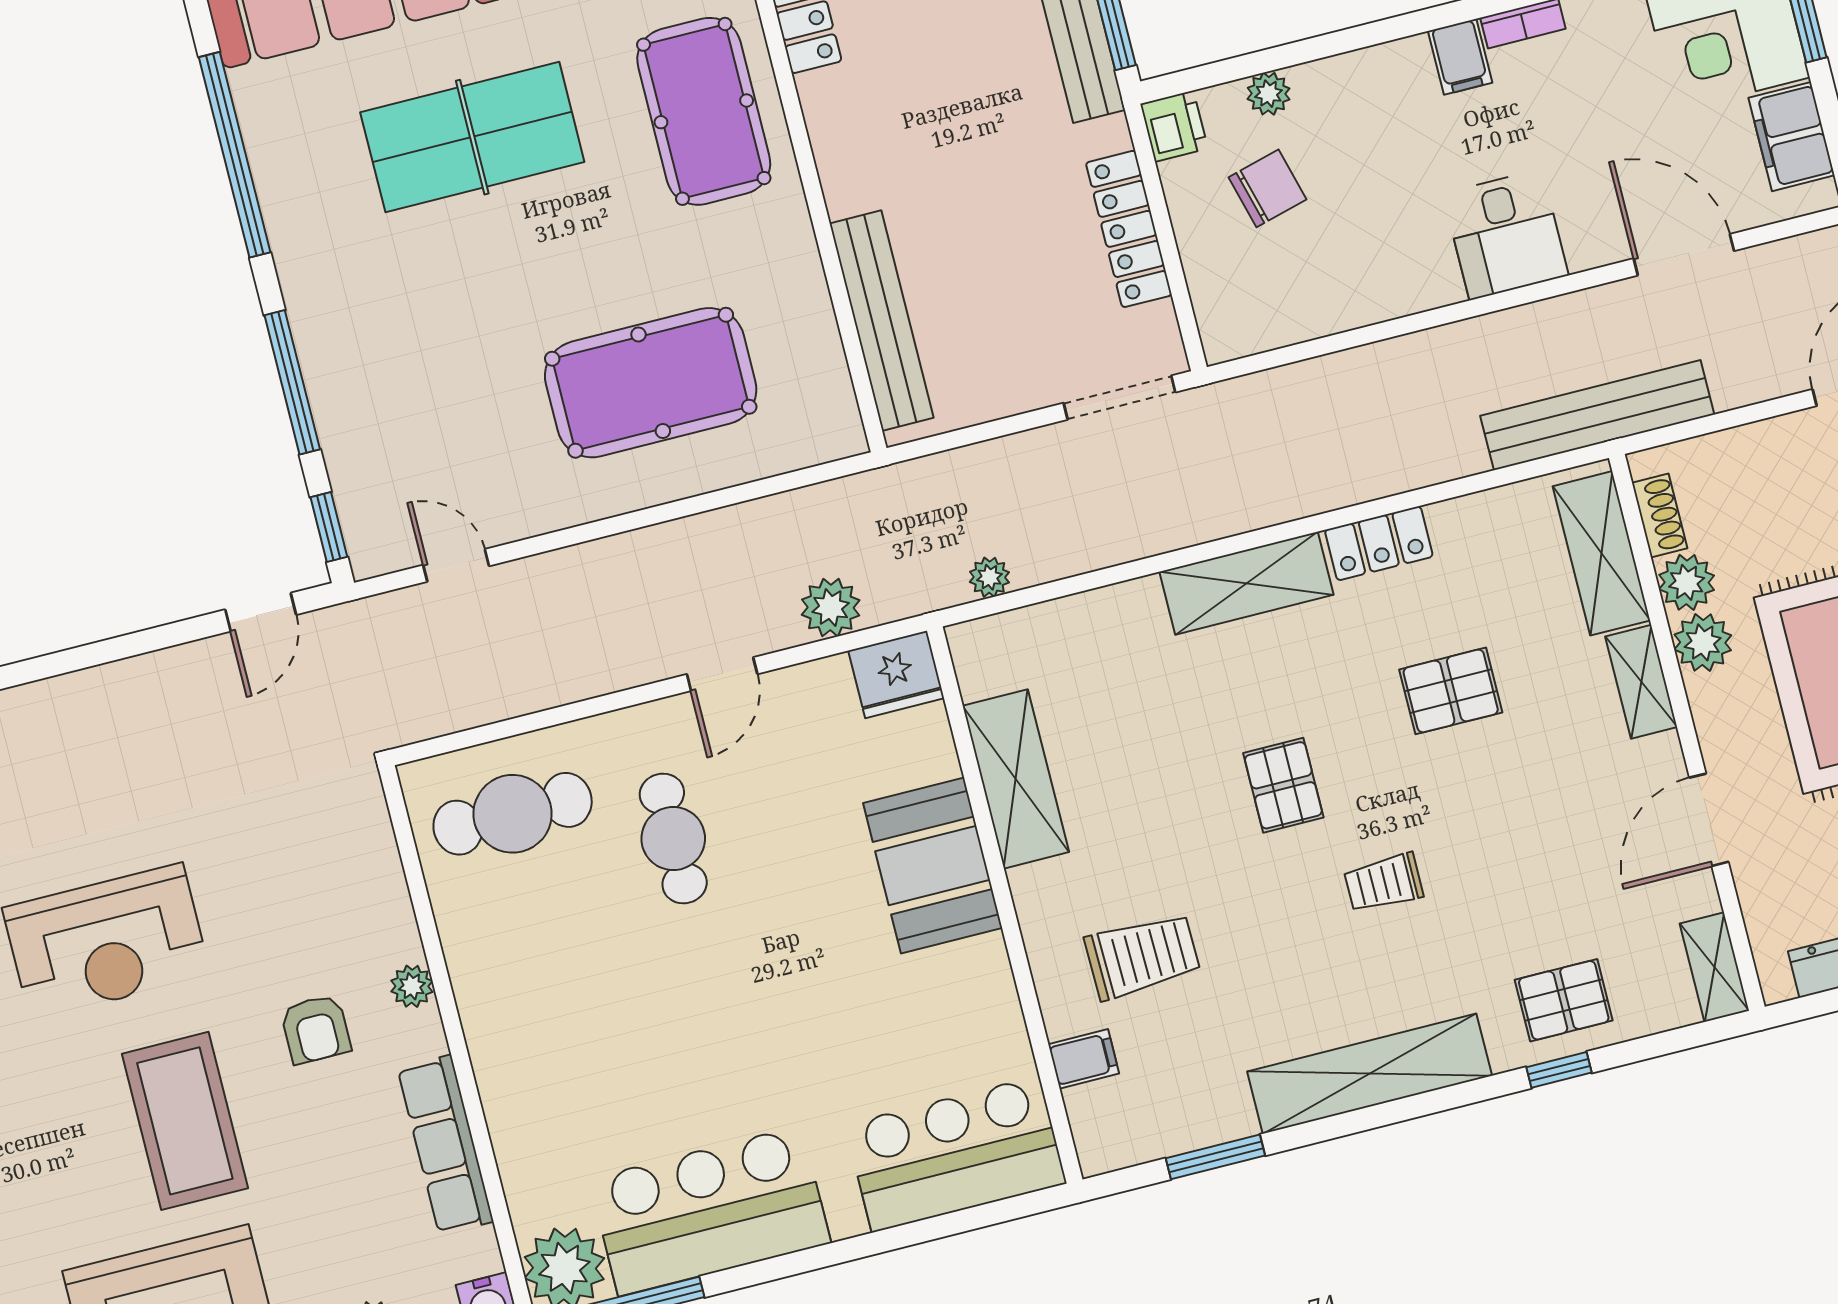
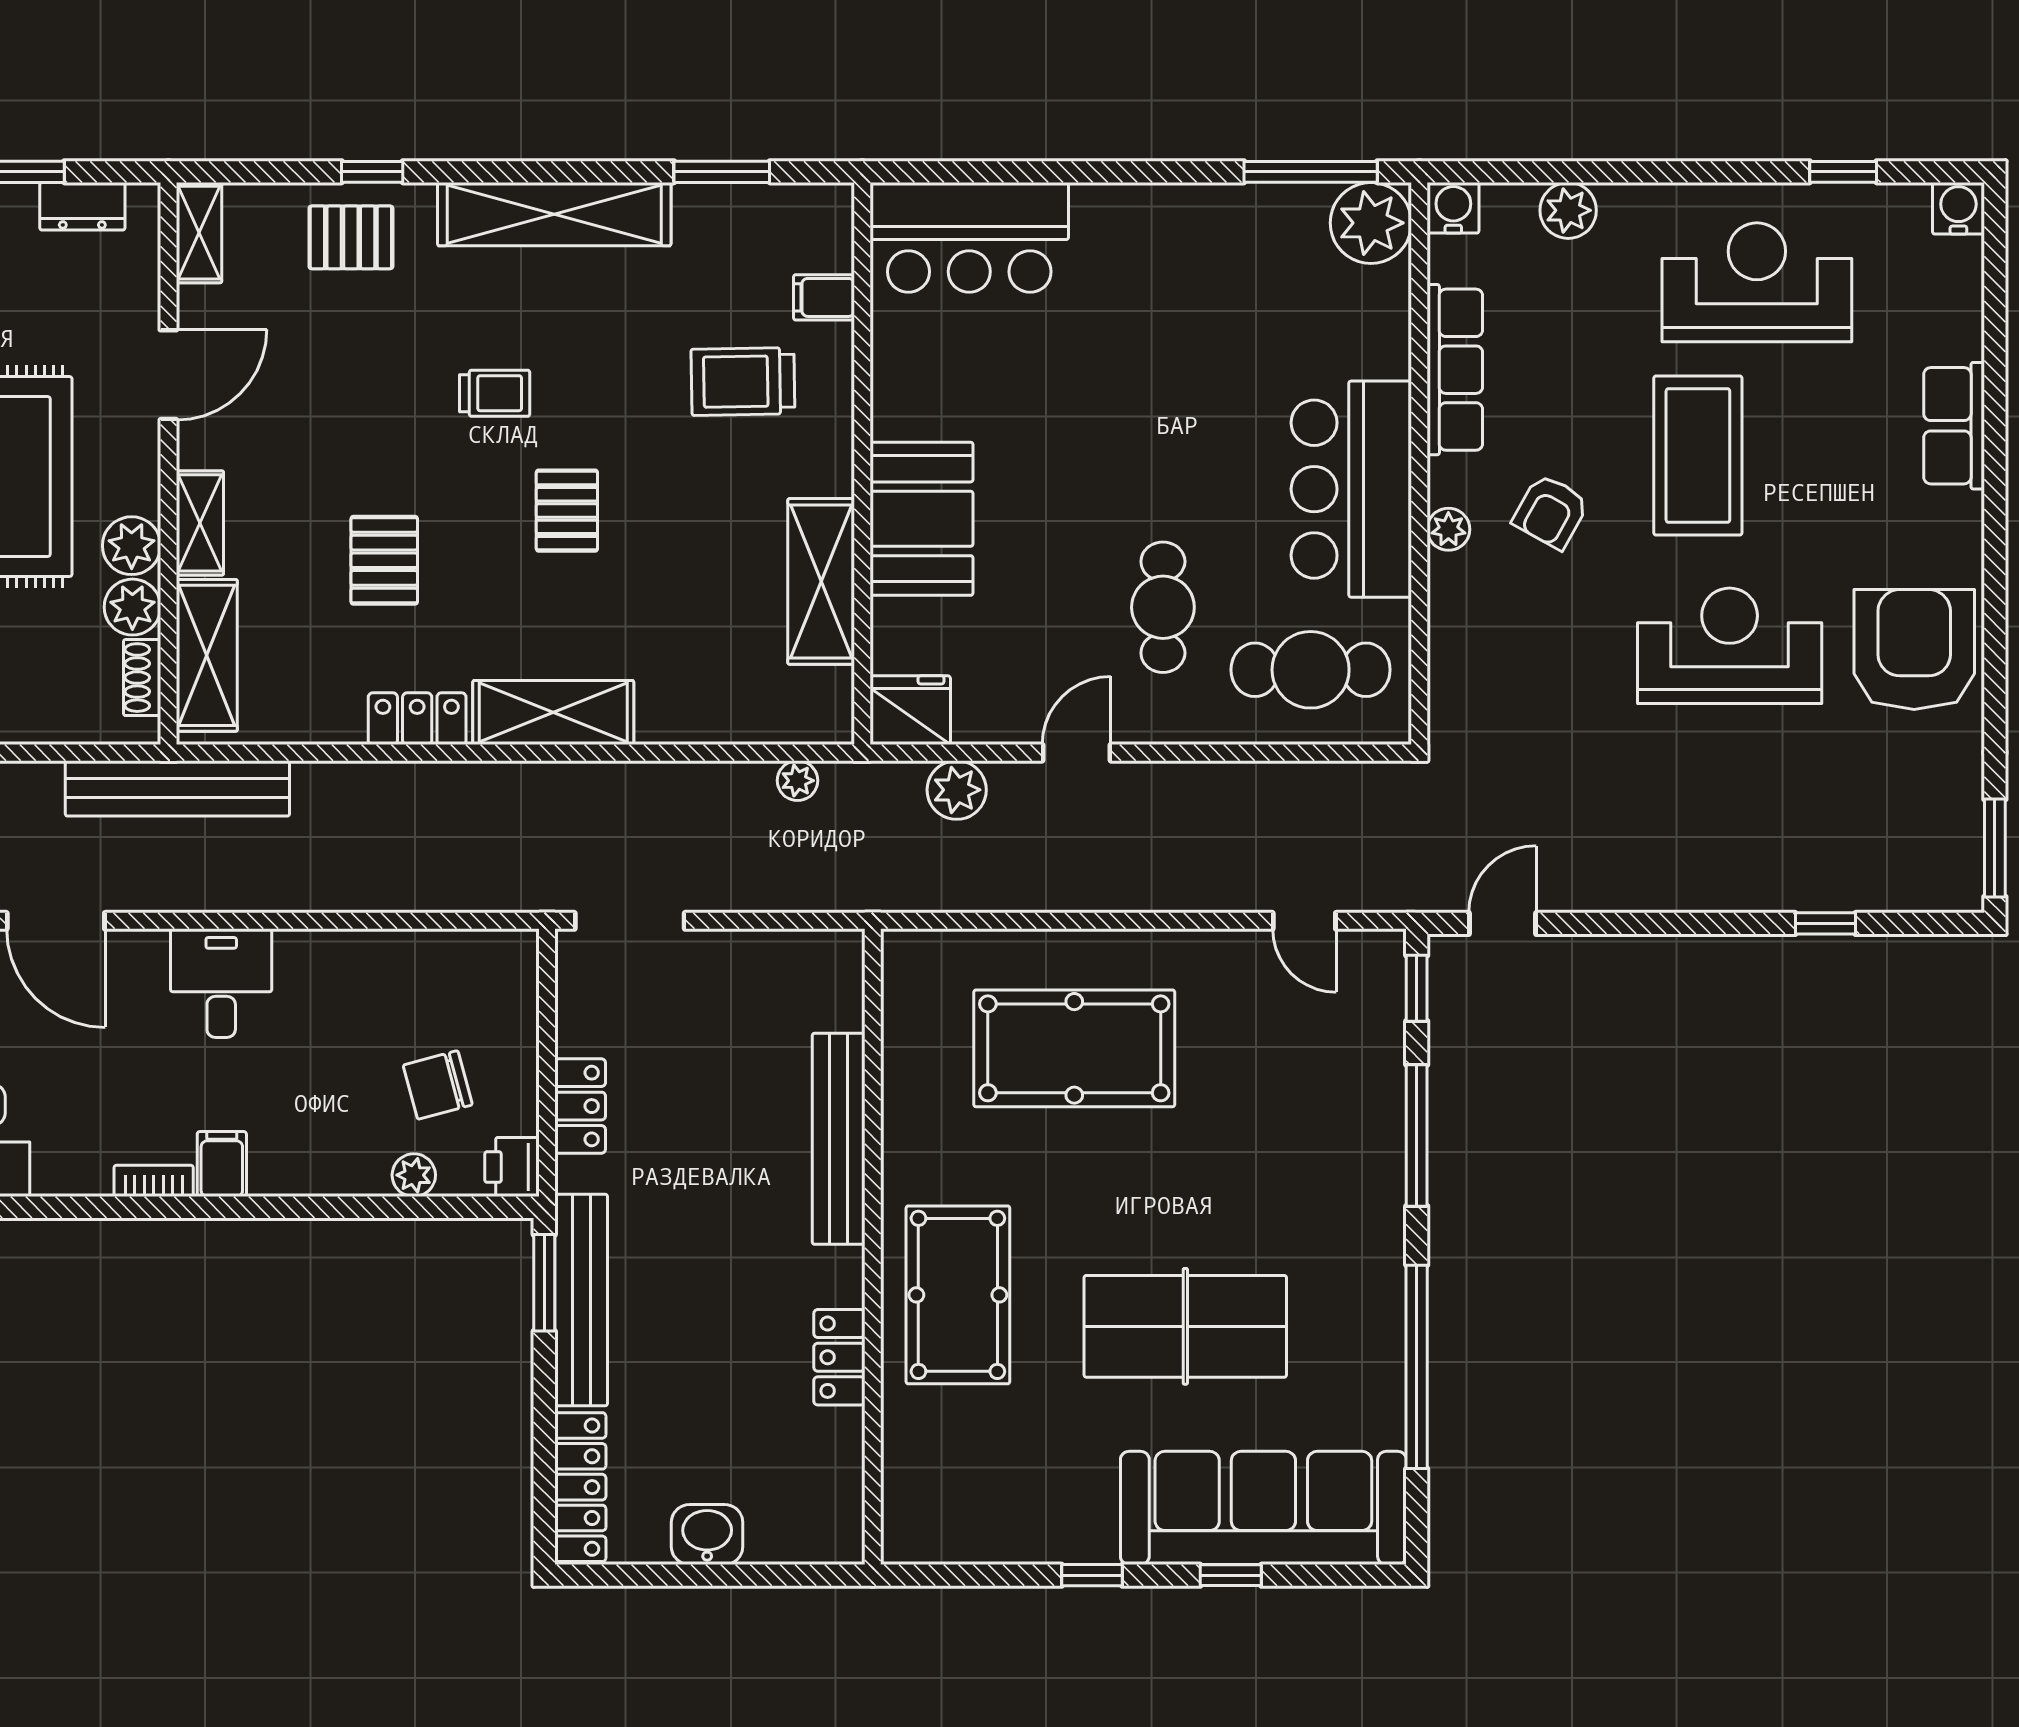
locker: (1129, 229) -> (580, 1106), width x0.66
bench: (882, 321) -> (839, 1139), moved
pallet: (1451, 691) -> (384, 560), turned 90
armchair: (316, 1029) -> (1551, 512), turned -151
bar counter: (710, 1211) -> (1351, 489), moved, turned 90

